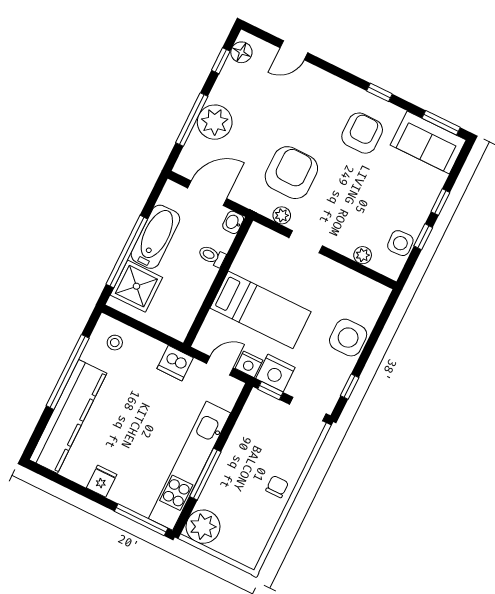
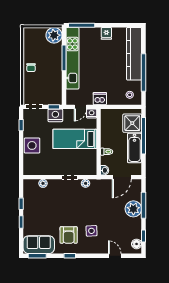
door: (294, 50) -> (115, 256), hinge flipped
armchair: (291, 173) -> (90, 203), removed
side table: (400, 243) -> (91, 231), moved
nightstand: (249, 364) -> (92, 114), moved

